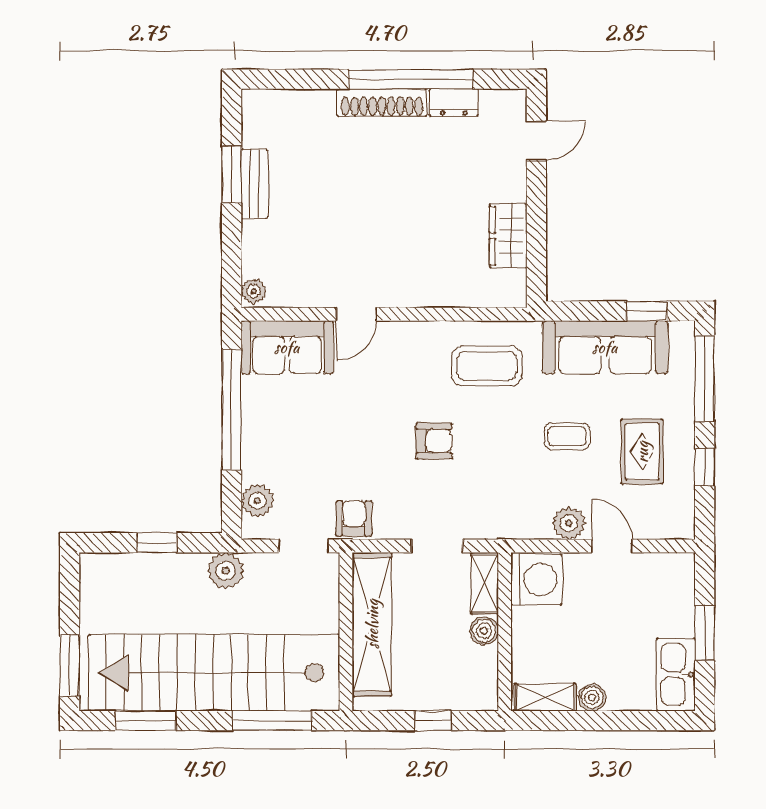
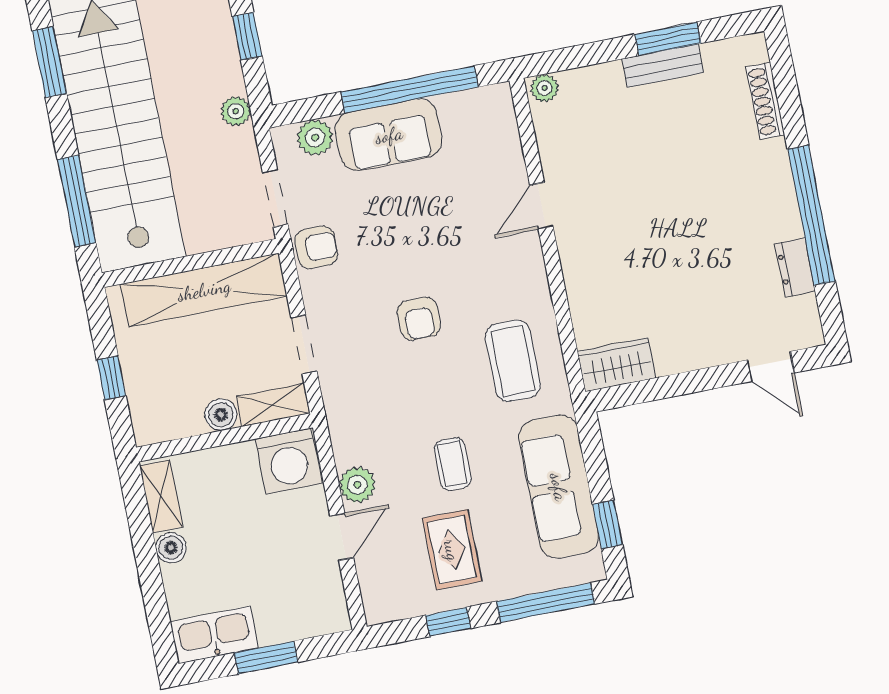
shoe rack: (382, 103) -> (765, 101), moved, width x0.74, depth x0.81
wardrobe: (508, 236) -> (616, 365), moved
door: (356, 314) -> (541, 206), hinge flipped
sofa: (287, 347) -> (389, 135), moved, turned -90
rug: (642, 452) -> (452, 550), turned 90
plant: (226, 571) -> (236, 111), width x0.73, depth x0.73

